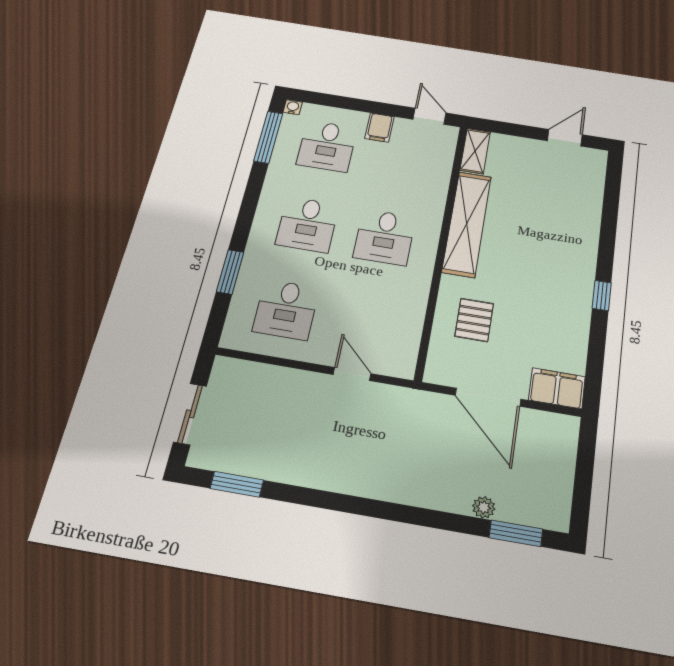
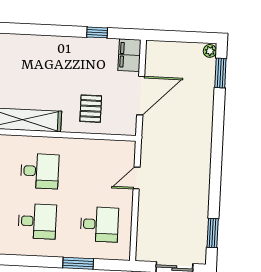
window: (602, 296) -> (97, 32), moved
pallet: (474, 320) -> (91, 109), turned 90
plant: (484, 507) -> (210, 51), moved

